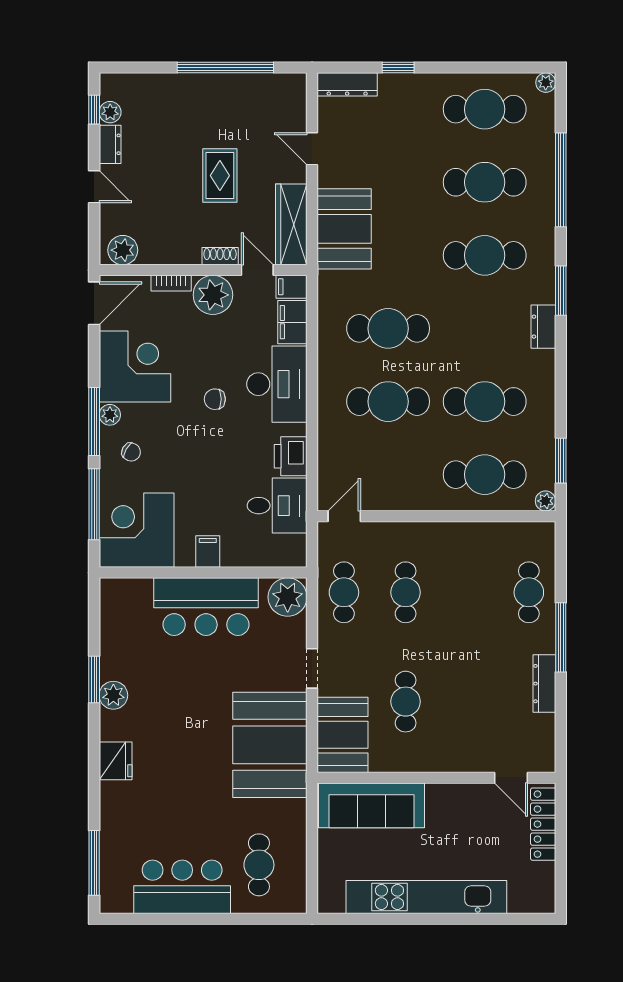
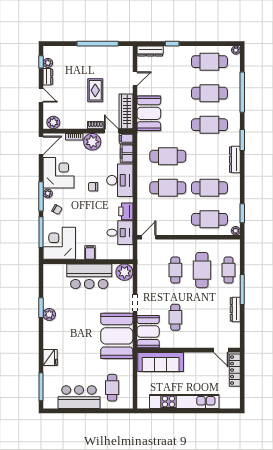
door: (312, 149) -> (135, 79), swing flipped
dresser: (543, 327) -> (235, 160), width x1.44
cafe table: (344, 592) -> (202, 270), moved, width x1.37, depth x1.35
fridge: (116, 761) -> (50, 357), moved

